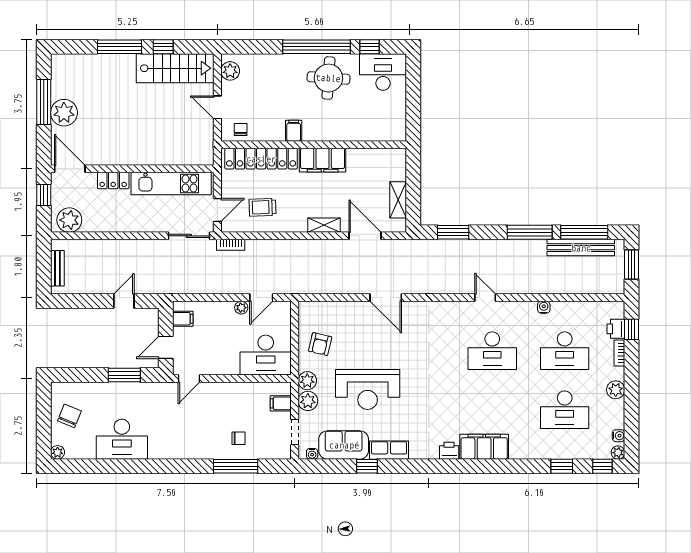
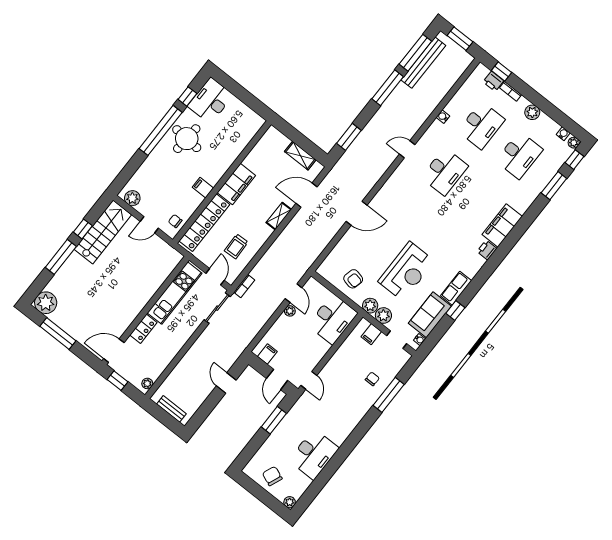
plant: (64, 113) -> (46, 303), moved
plant: (69, 220) -> (147, 383), width x0.53, depth x0.53
window: (562, 466) -> (554, 186), width x1.50

